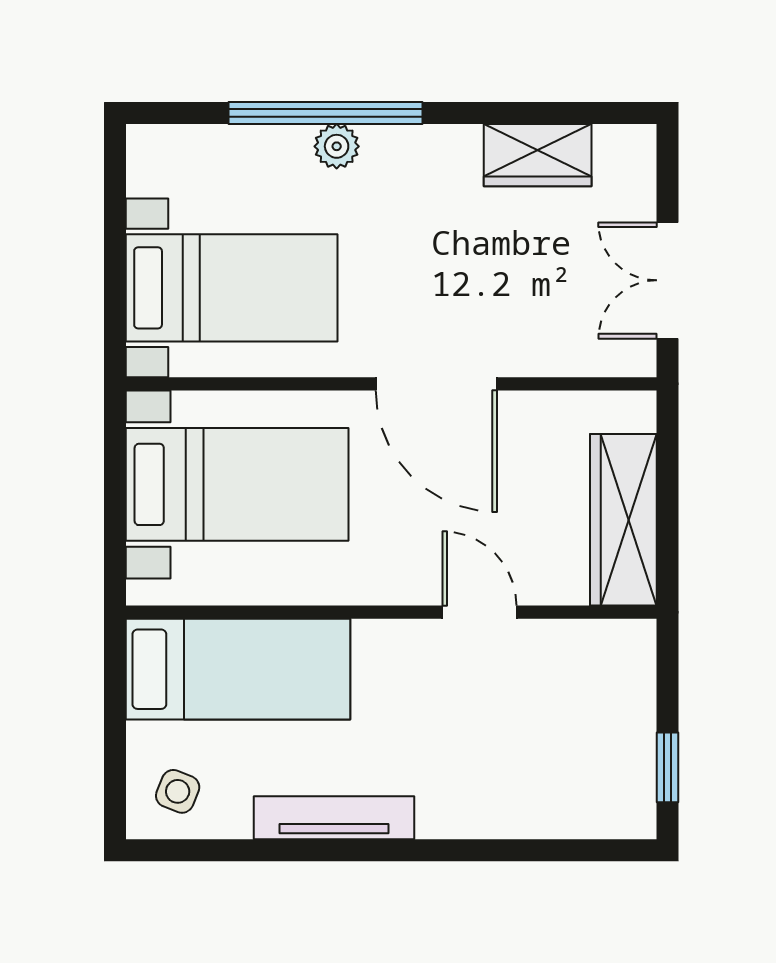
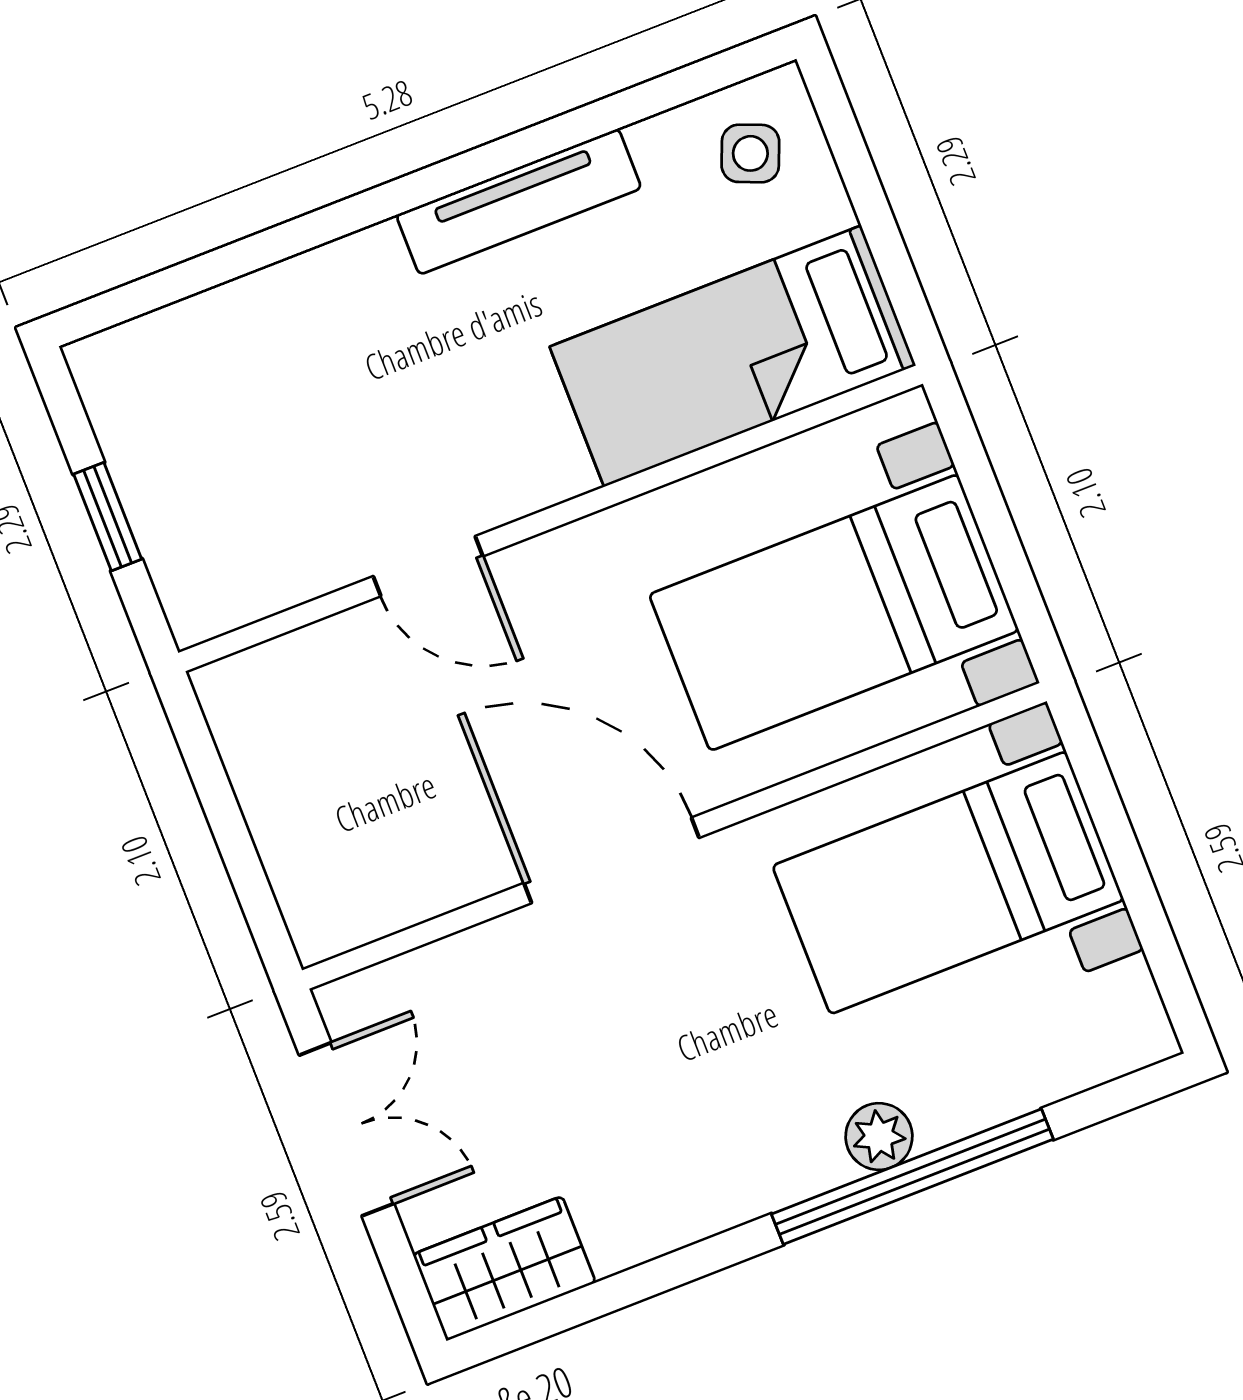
wardrobe: (538, 155) -> (504, 1268), moved
wardrobe: (623, 520) -> (278, 773), removed
window: (667, 767) -> (108, 517), moved

